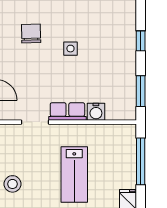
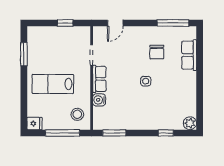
chair: (31, 33) -> (157, 52), turned 91
window: (141, 41) -> (166, 133), moved
stool: (12, 184) -> (77, 114), moved

